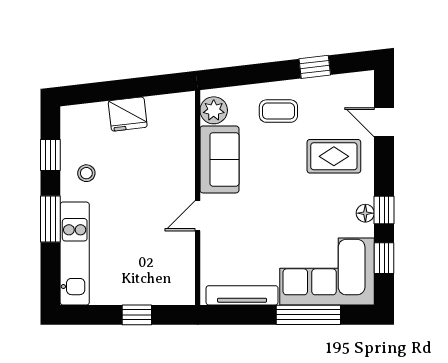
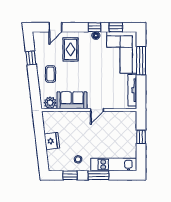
door: (198, 216) -> (97, 110), hinge flipped

